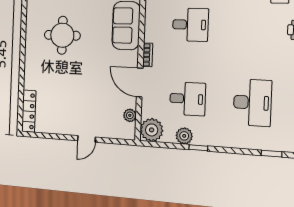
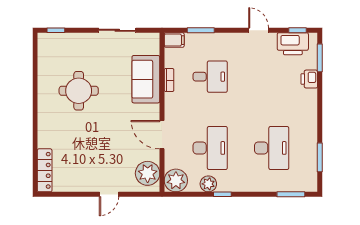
bookcase: (148, 55) -> (169, 80), moved
desk: (188, 99) -> (210, 148), width x1.37
plant: (130, 115) -> (148, 173), width x1.87, depth x1.87
window: (272, 154) -> (291, 194), width x1.50

